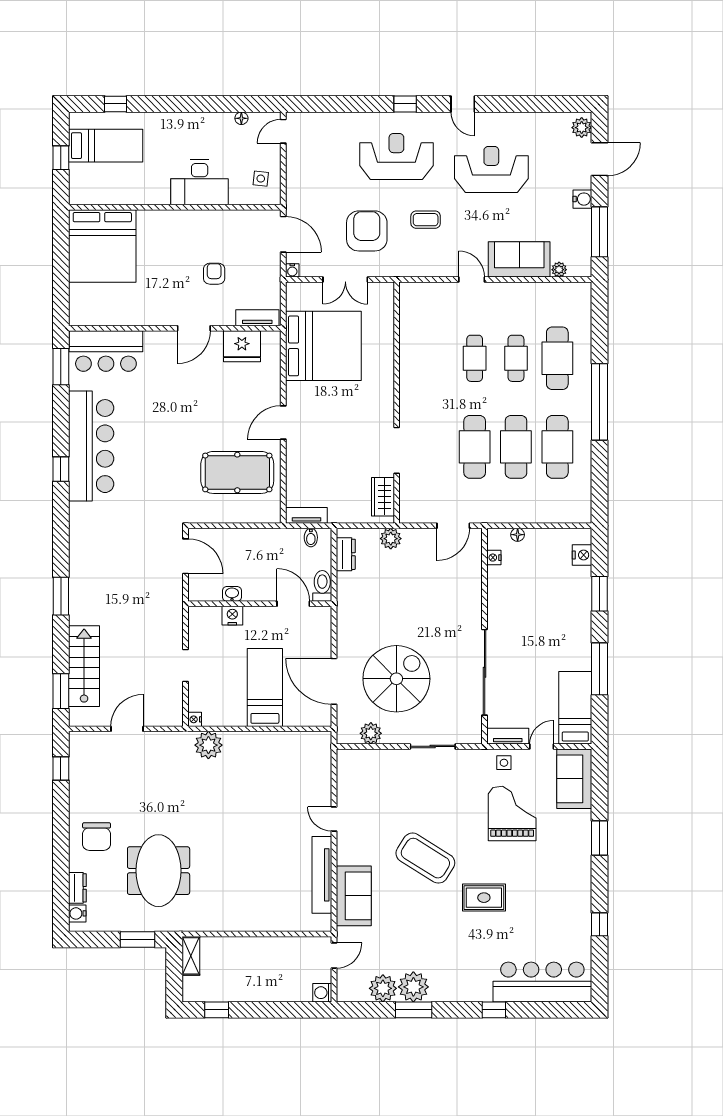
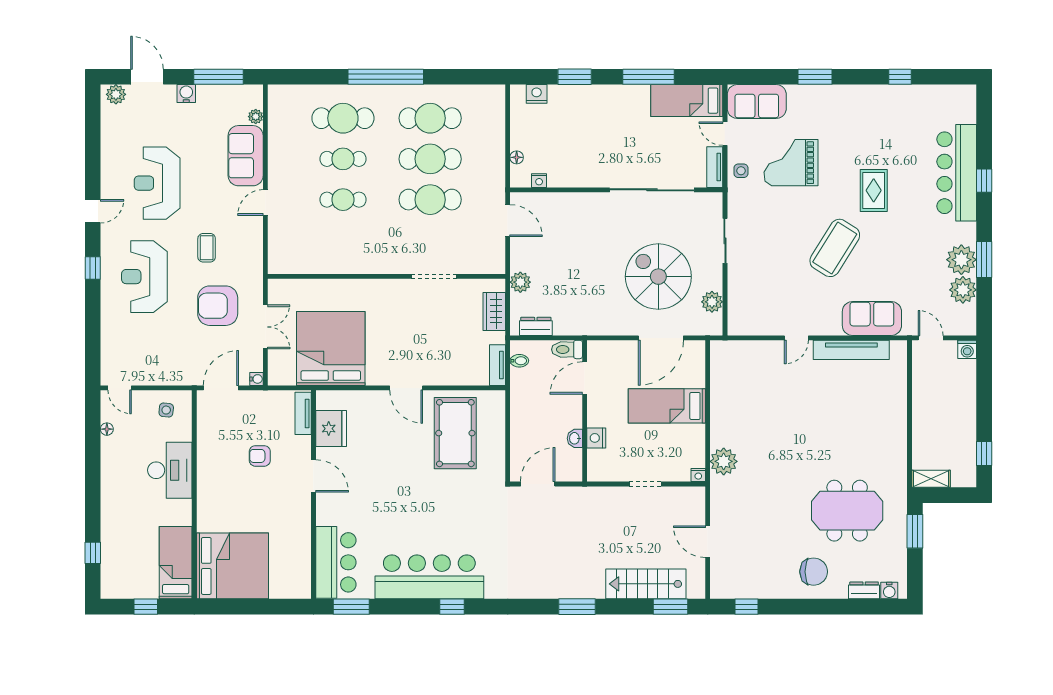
bed: (106, 146) -> (176, 563), moved
wardrobe: (383, 497) -> (494, 311), moved, turned 90
bar counter: (542, 982) -> (957, 173), moved

